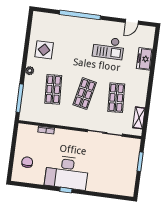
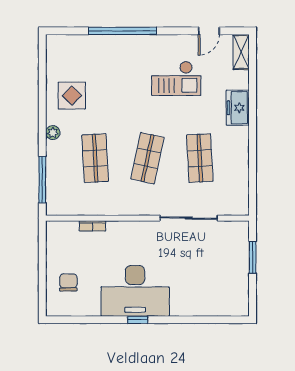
freezer: (145, 59) -> (238, 108), moved
shelving: (139, 118) -> (241, 52), moved

